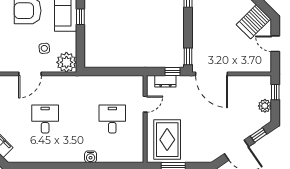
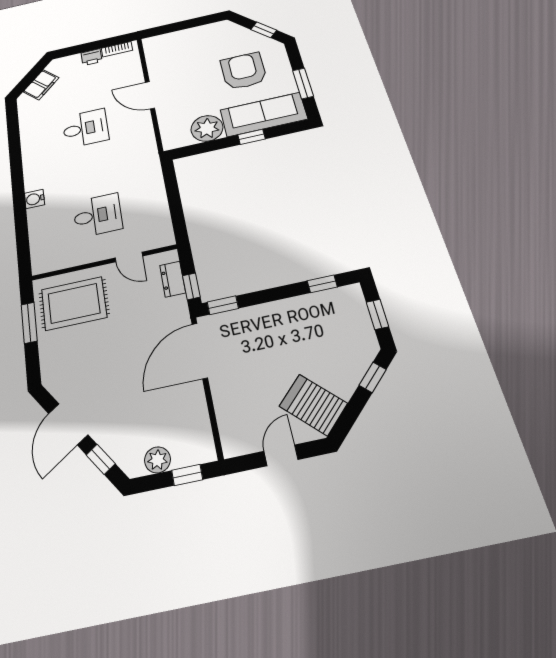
side table: (44, 48) -> (192, 103), removed
plant: (66, 62) -> (207, 128), moved

